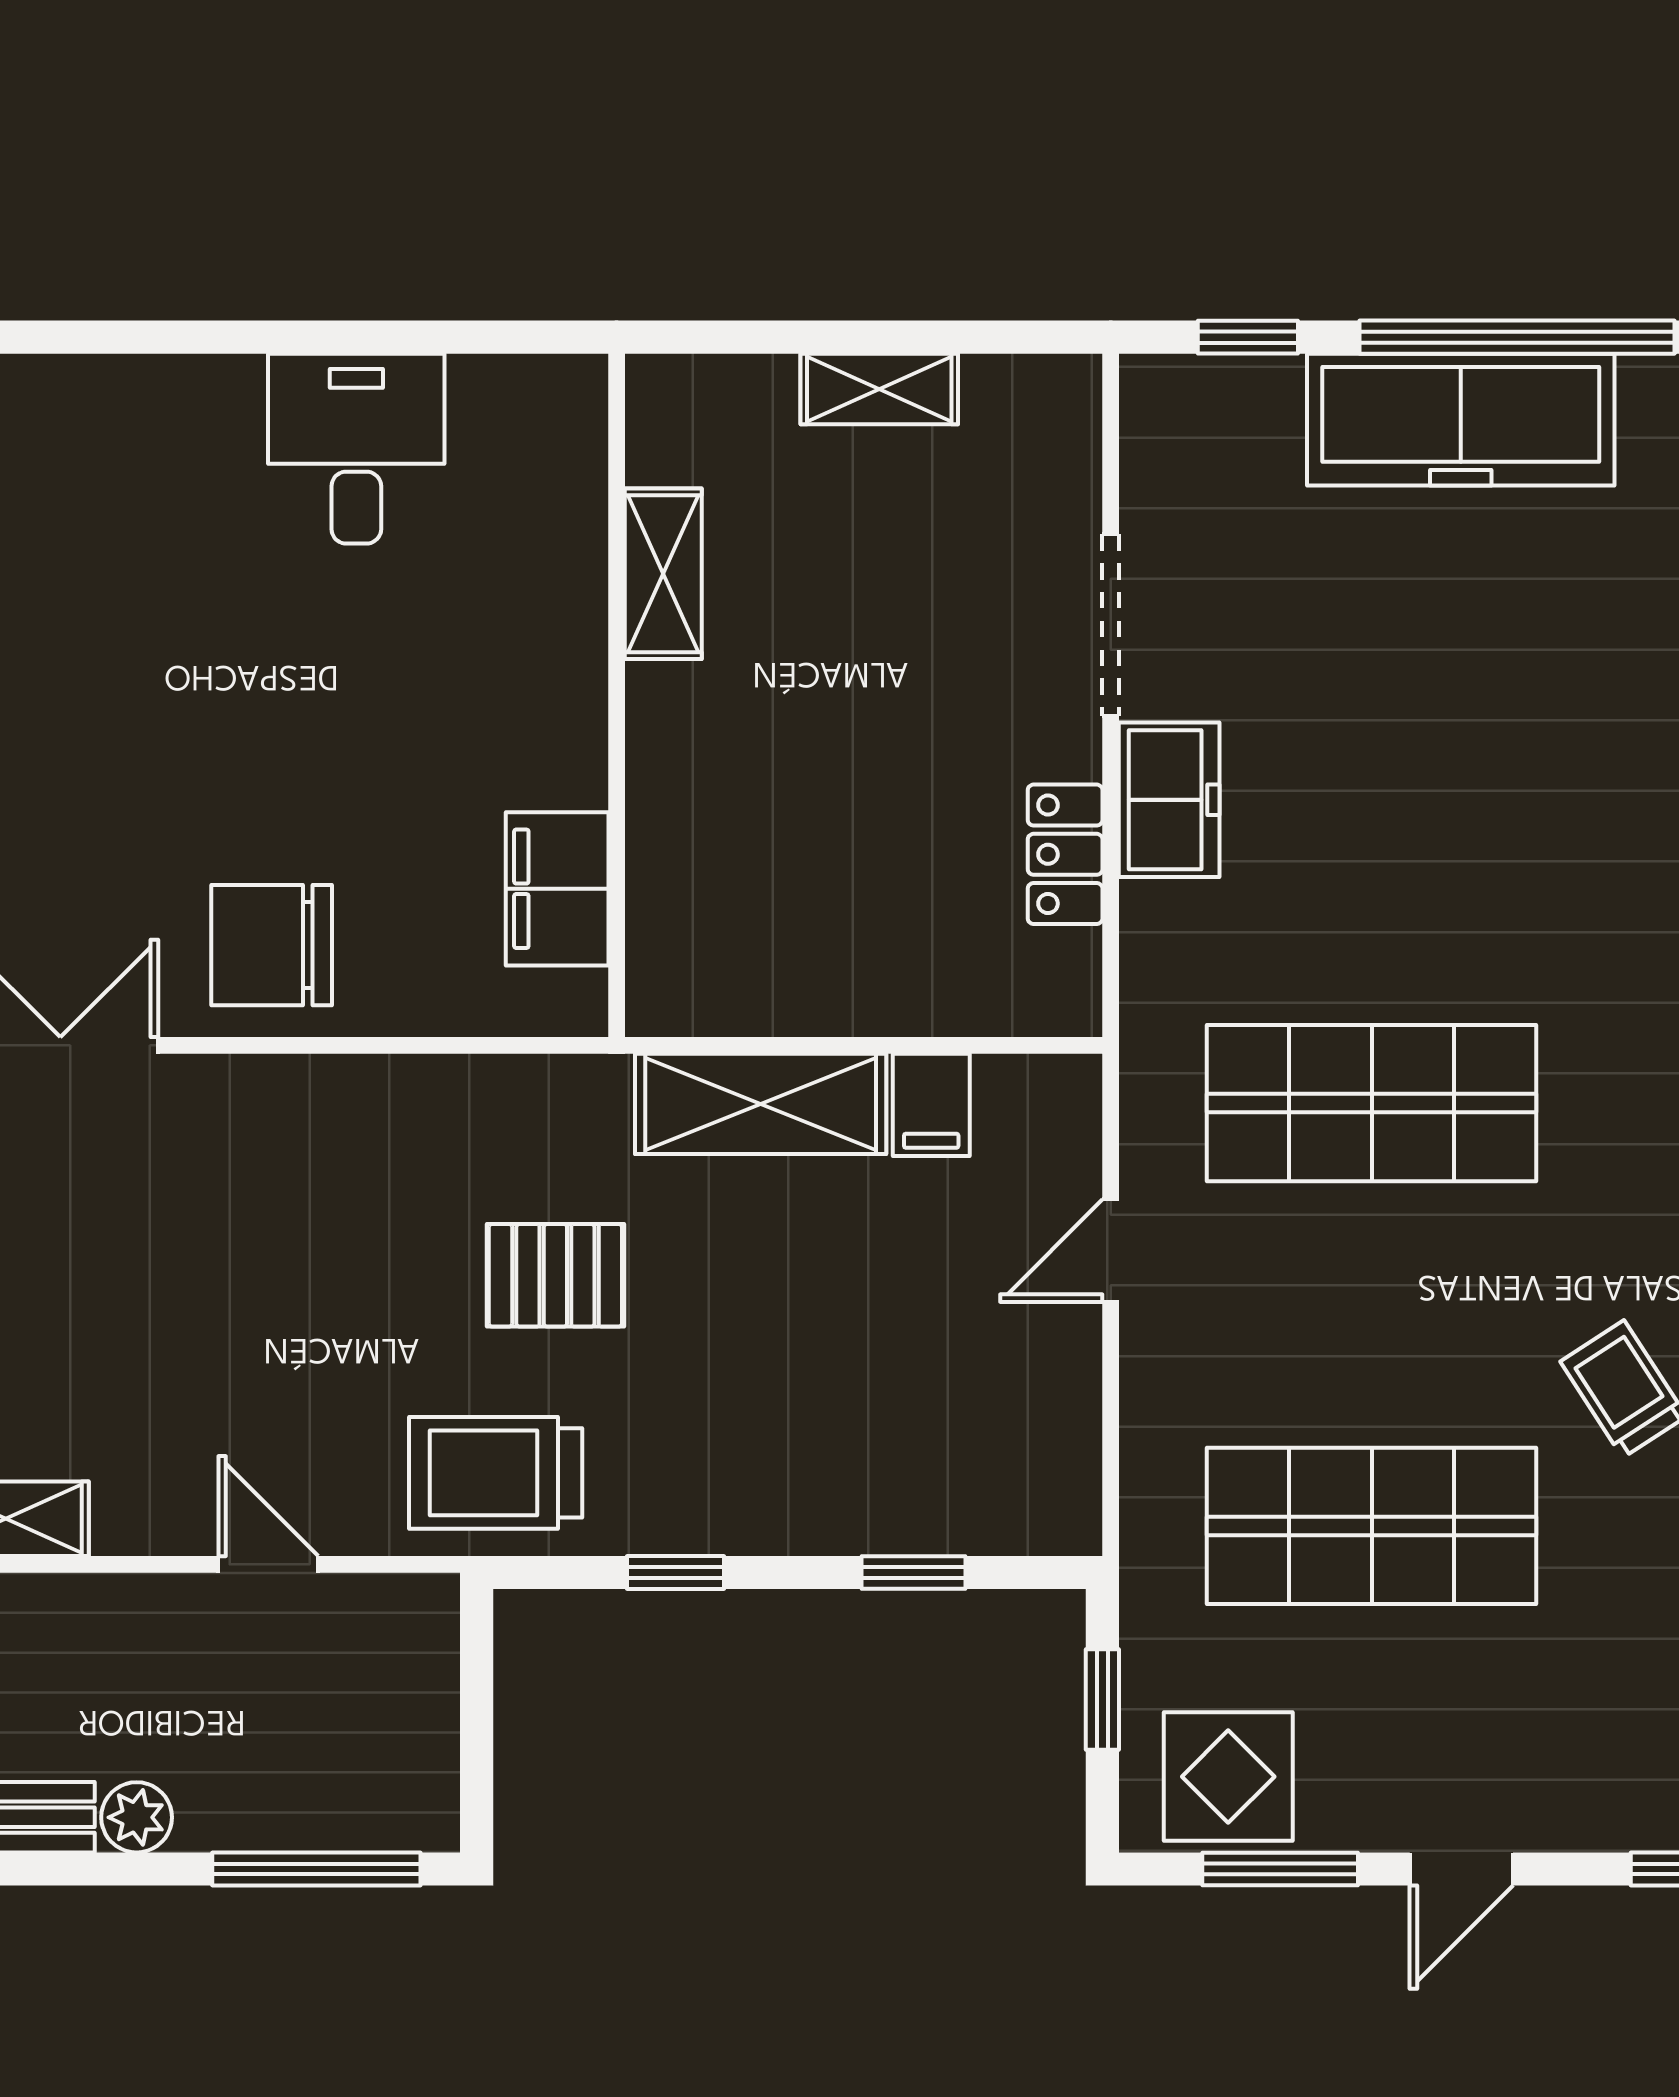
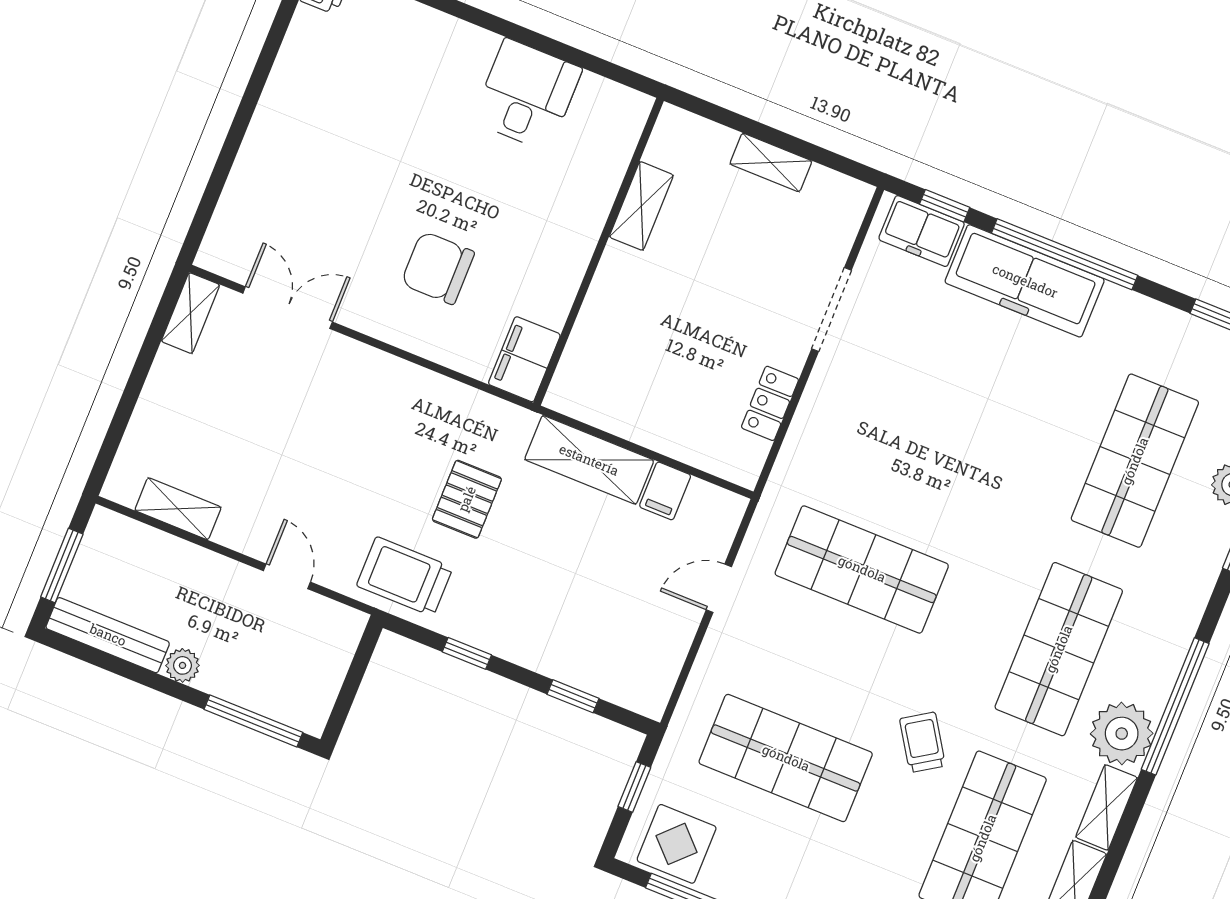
freezer: (1169, 800) -> (922, 231), moved, turned 90
filing cabinet: (557, 889) -> (524, 359), moved
chair: (272, 945) -> (438, 268), moved
pallet: (555, 1275) -> (467, 499), turned 90

